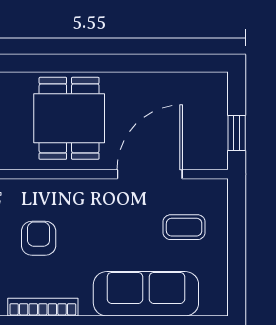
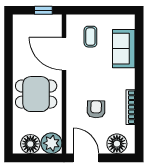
armchair: (39, 238) -> (96, 109), turned 91
sofa: (146, 294) -> (124, 49), width x0.73

